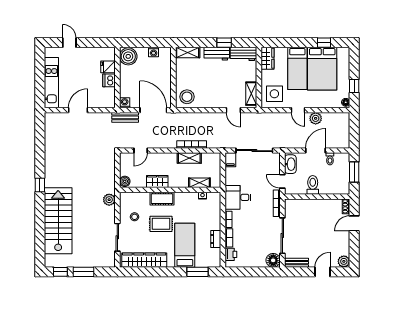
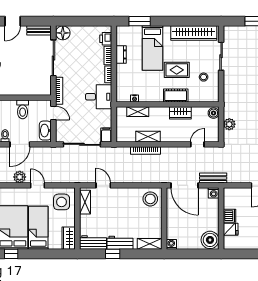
washing machine: (154, 52) -> (171, 244), moved
plant: (109, 200) -> (229, 124), moved

